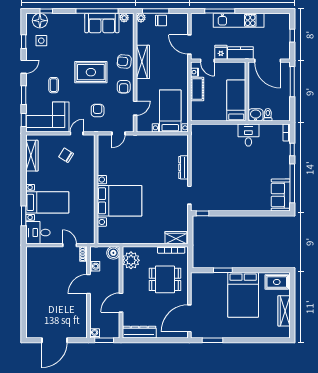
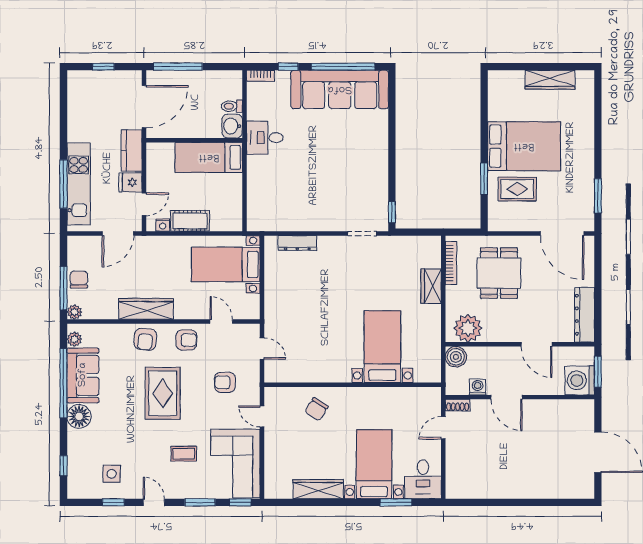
kitchen unit: (239, 20) -> (79, 184), moved
floor lamp: (40, 21) -> (79, 416), moved
chair: (66, 155) -> (316, 409), moved
wardrobe: (32, 156) -> (318, 489), moved
dresser: (183, 167) -> (297, 243), moved
sofa: (281, 195) -> (340, 89), width x1.85, depth x1.27
bed with nightstands: (120, 201) -> (382, 347), width x0.73
wardrobe: (176, 238) -> (431, 286), moved
rug: (277, 282) -> (517, 189), moved, turned 90
washing machine: (95, 333) -> (580, 380), width x1.89, depth x1.89

